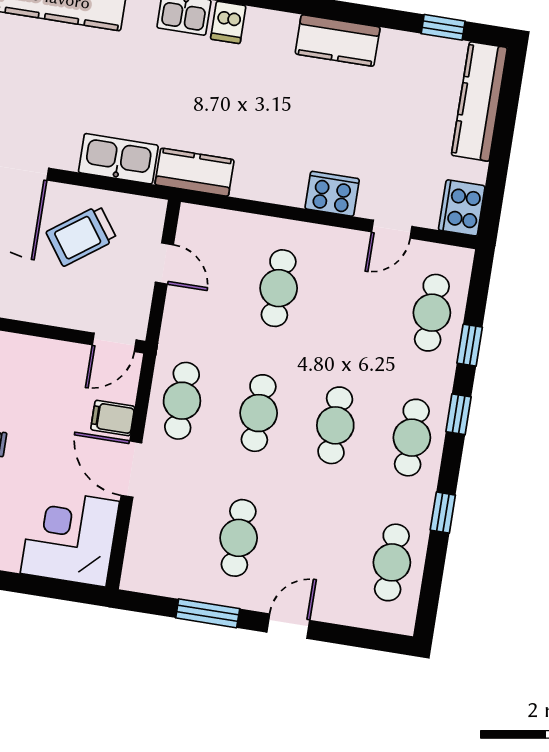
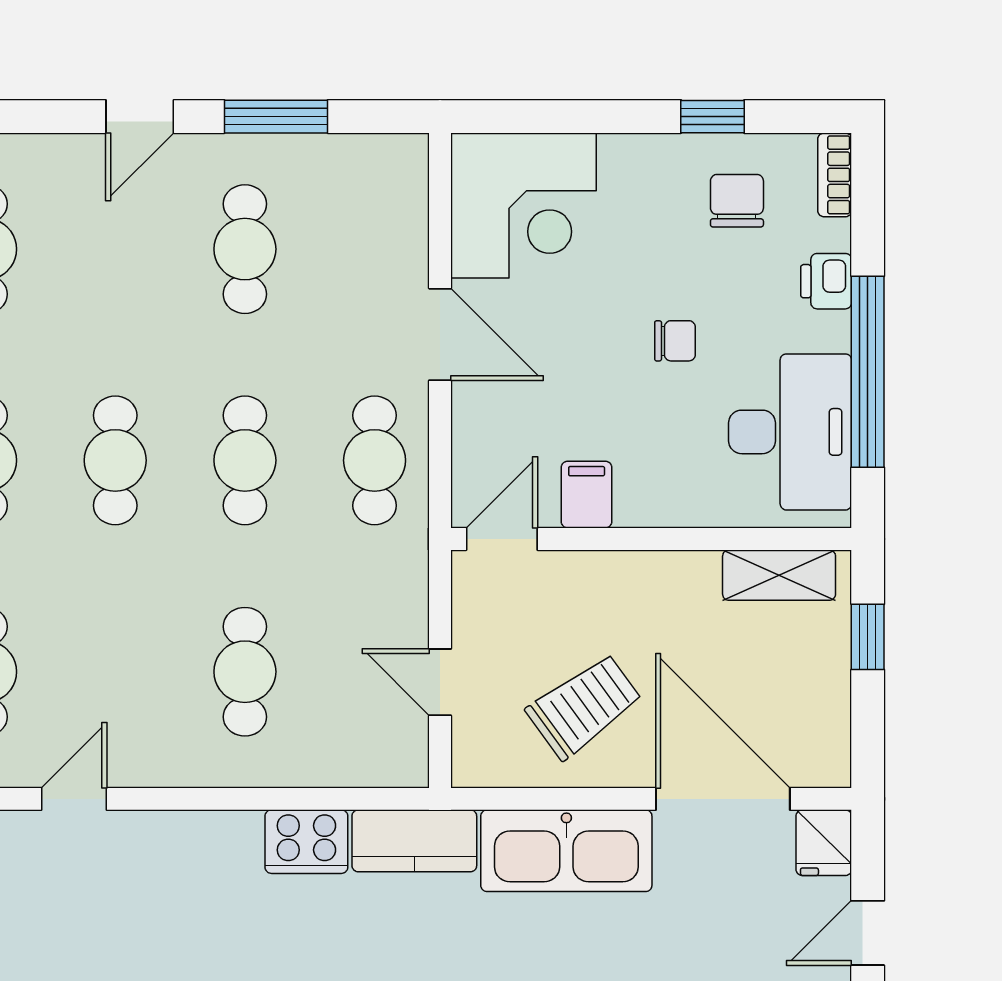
kitchen sink: (118, 159) -> (566, 851), width x1.36, depth x1.24
cooker: (332, 194) -> (306, 842), moved
filing cabinet: (113, 418) -> (587, 495), moved, turned -90

